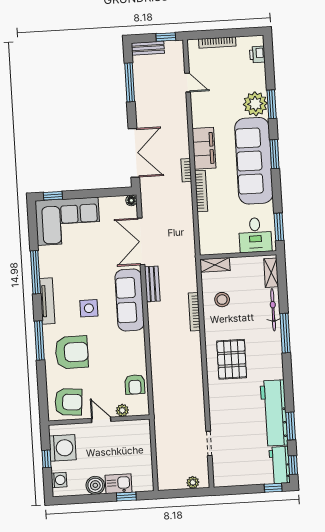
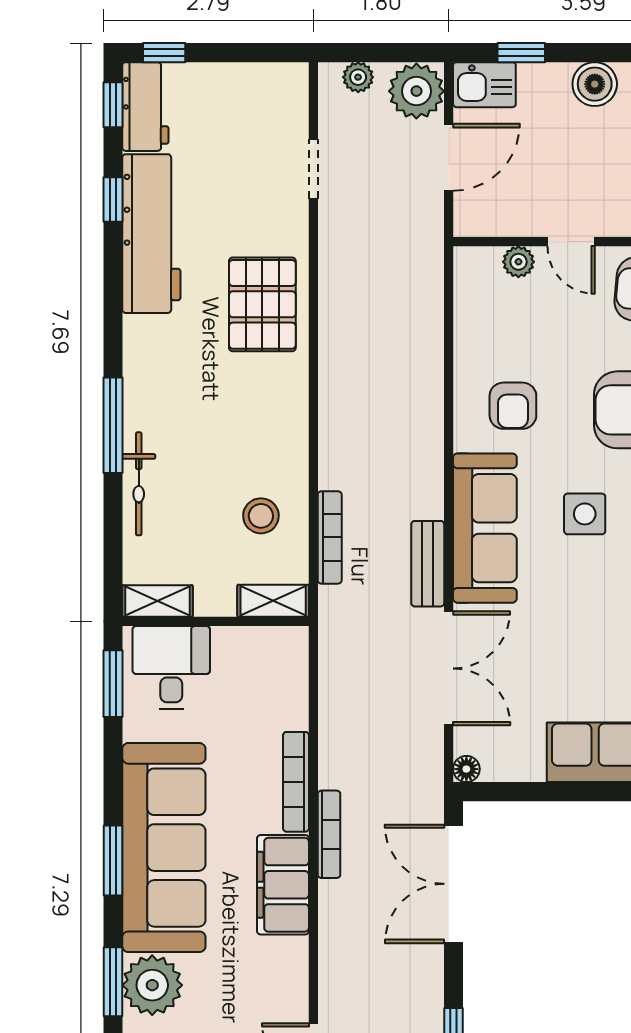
bookcase: (186, 170) -> (329, 834), width x1.56
shelving: (271, 273) -> (158, 601), moved, turned 90
bookcase: (194, 312) -> (330, 537), moved
pallet: (232, 359) -> (262, 304), moved
armchair: (135, 384) -> (513, 406), moved, turned 180
window: (291, 426) -> (113, 200), width x0.67
door: (154, 452) -> (449, 157), added
plant: (168, 478) -> (416, 91), added
kitchen sink: (118, 484) -> (484, 85), moved

